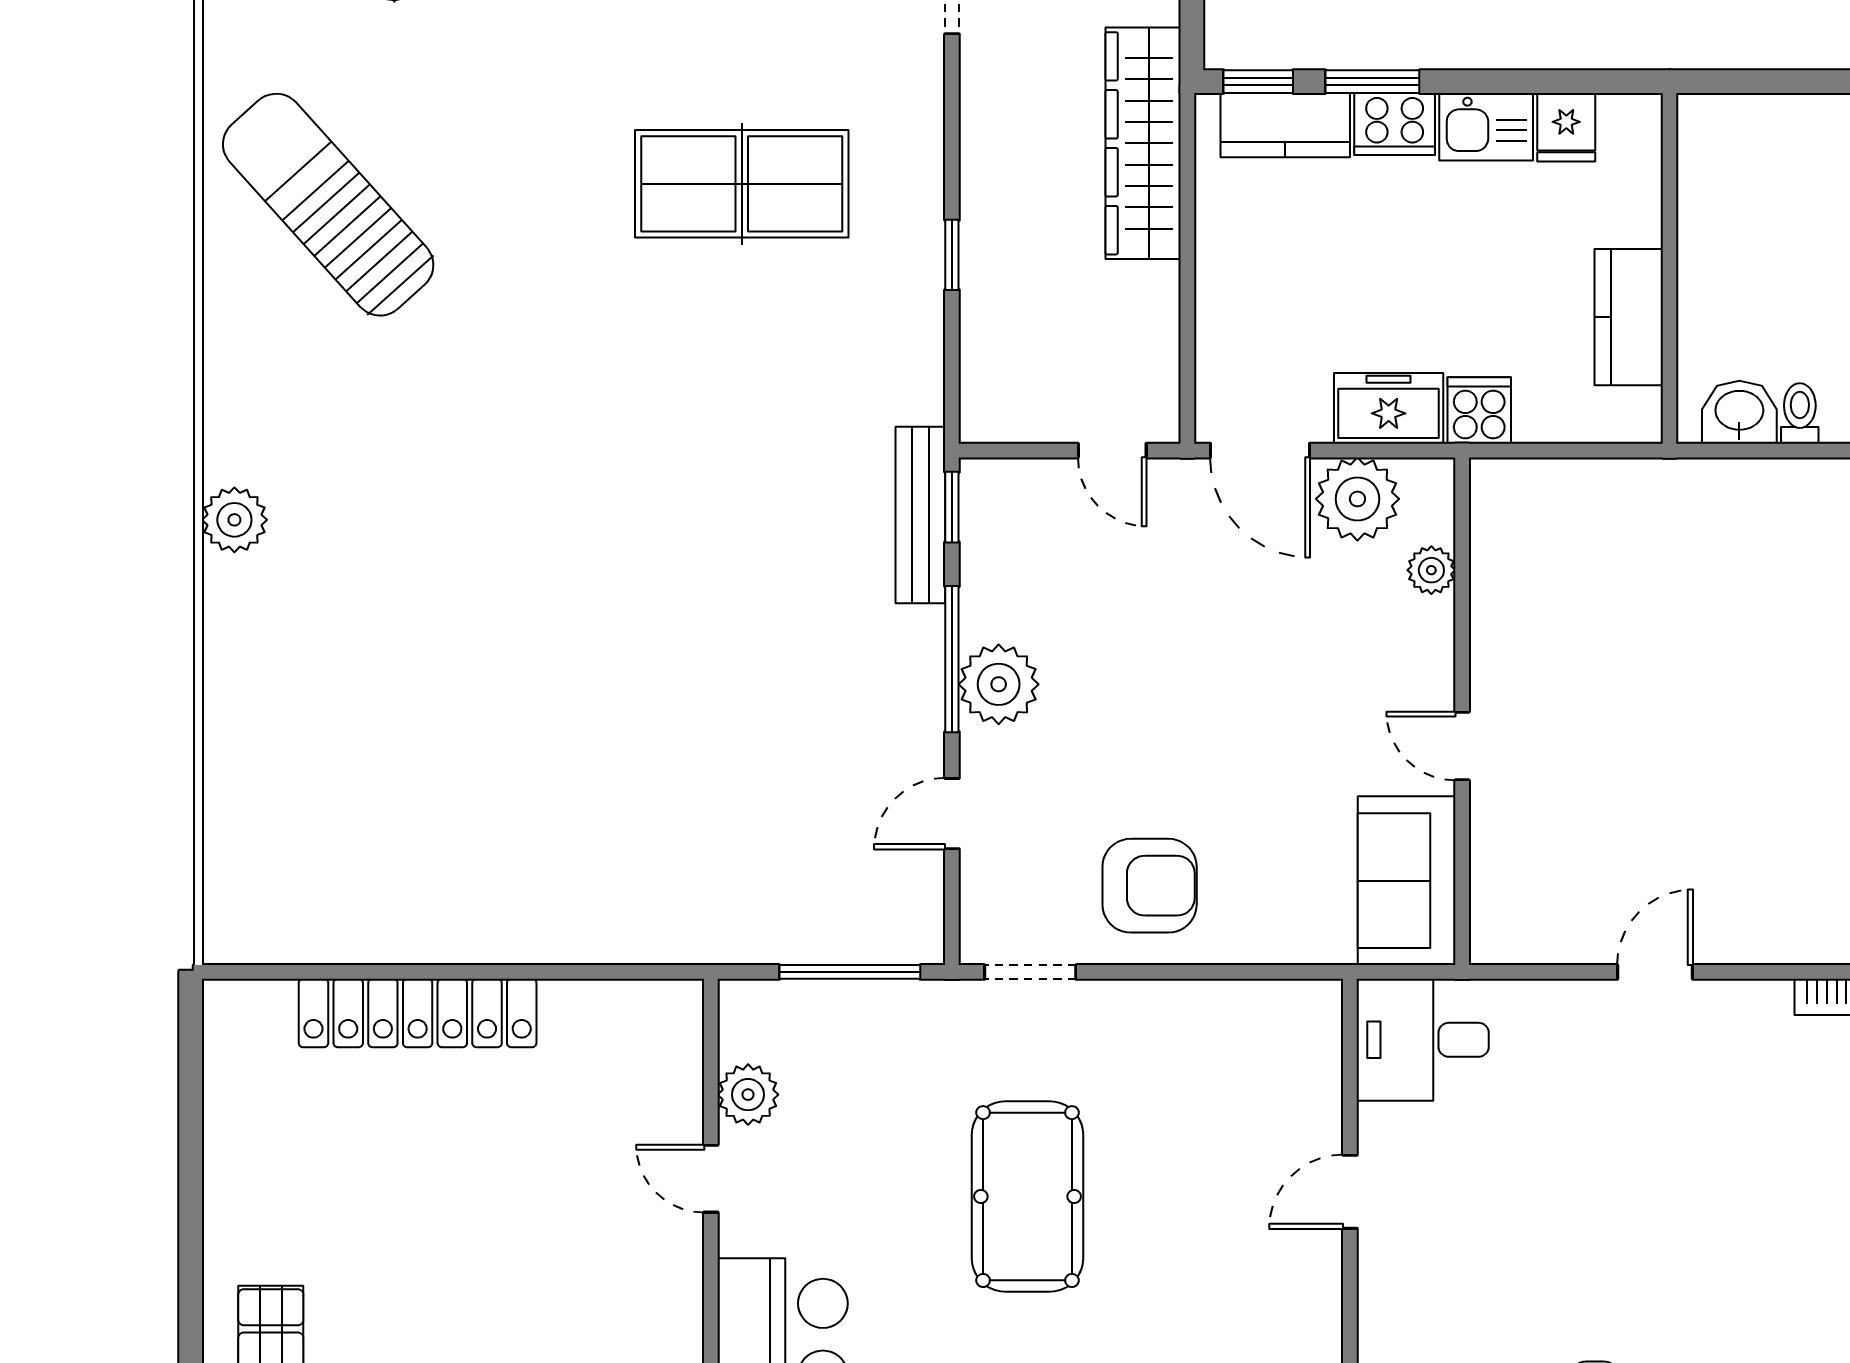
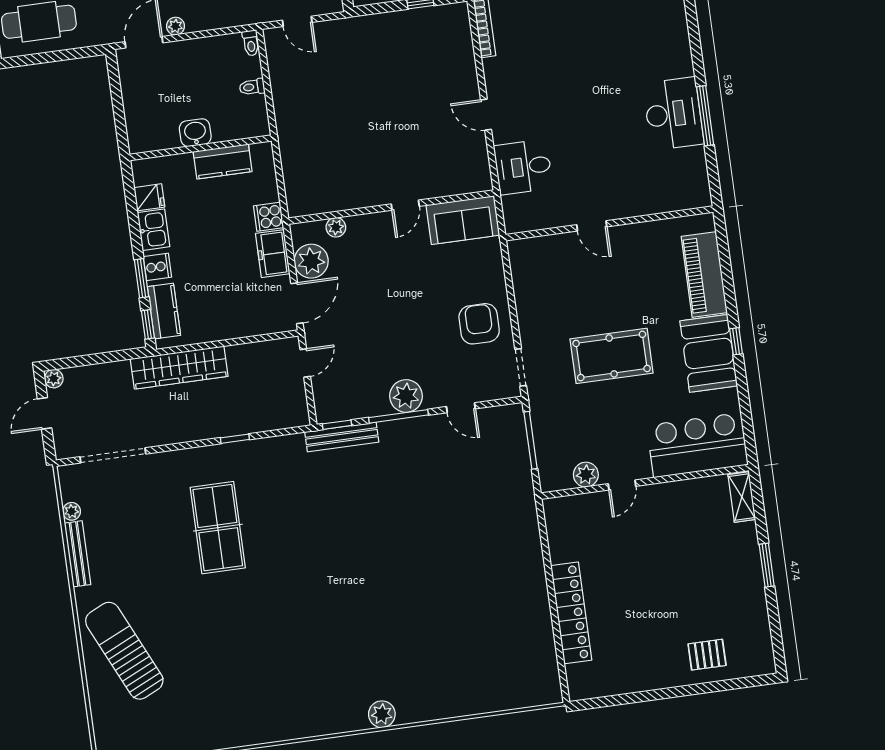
cooker: (1395, 124) -> (157, 267), width x0.73
sun lounger: (328, 205) -> (249, 694), removed
washbasin: (1739, 412) -> (195, 133), moved, turned 90
desk: (1423, 1040) -> (523, 167), moved, turned 90

